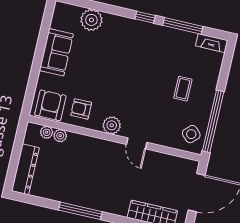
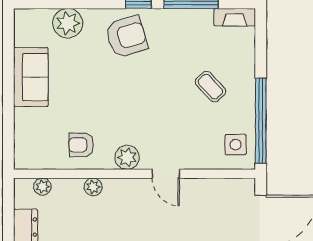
coffee table: (183, 89) -> (210, 87), turned -43
armchair: (50, 105) -> (126, 37), moved, turned 73
side table: (191, 134) -> (236, 145), turned 45
plant: (60, 136) -> (93, 187), moved

